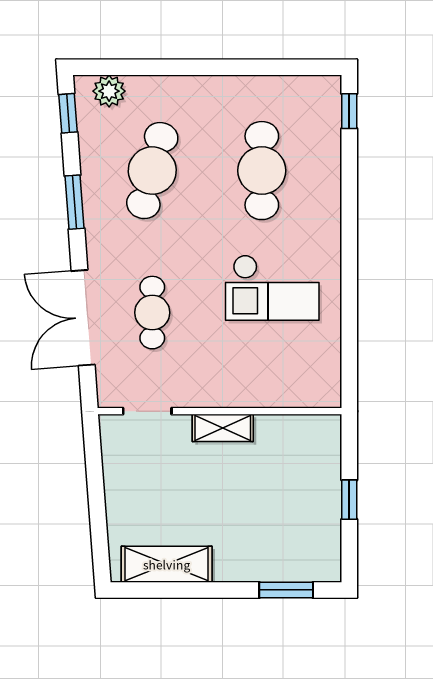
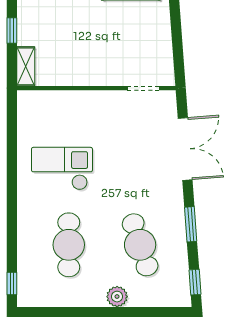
plant: (109, 91) -> (117, 297), moved
cafe table: (152, 171) -> (140, 245), turned -33
cafe table: (152, 313) -> (140, 152), removed
shelving: (223, 428) -> (26, 66), moved, turned 90

